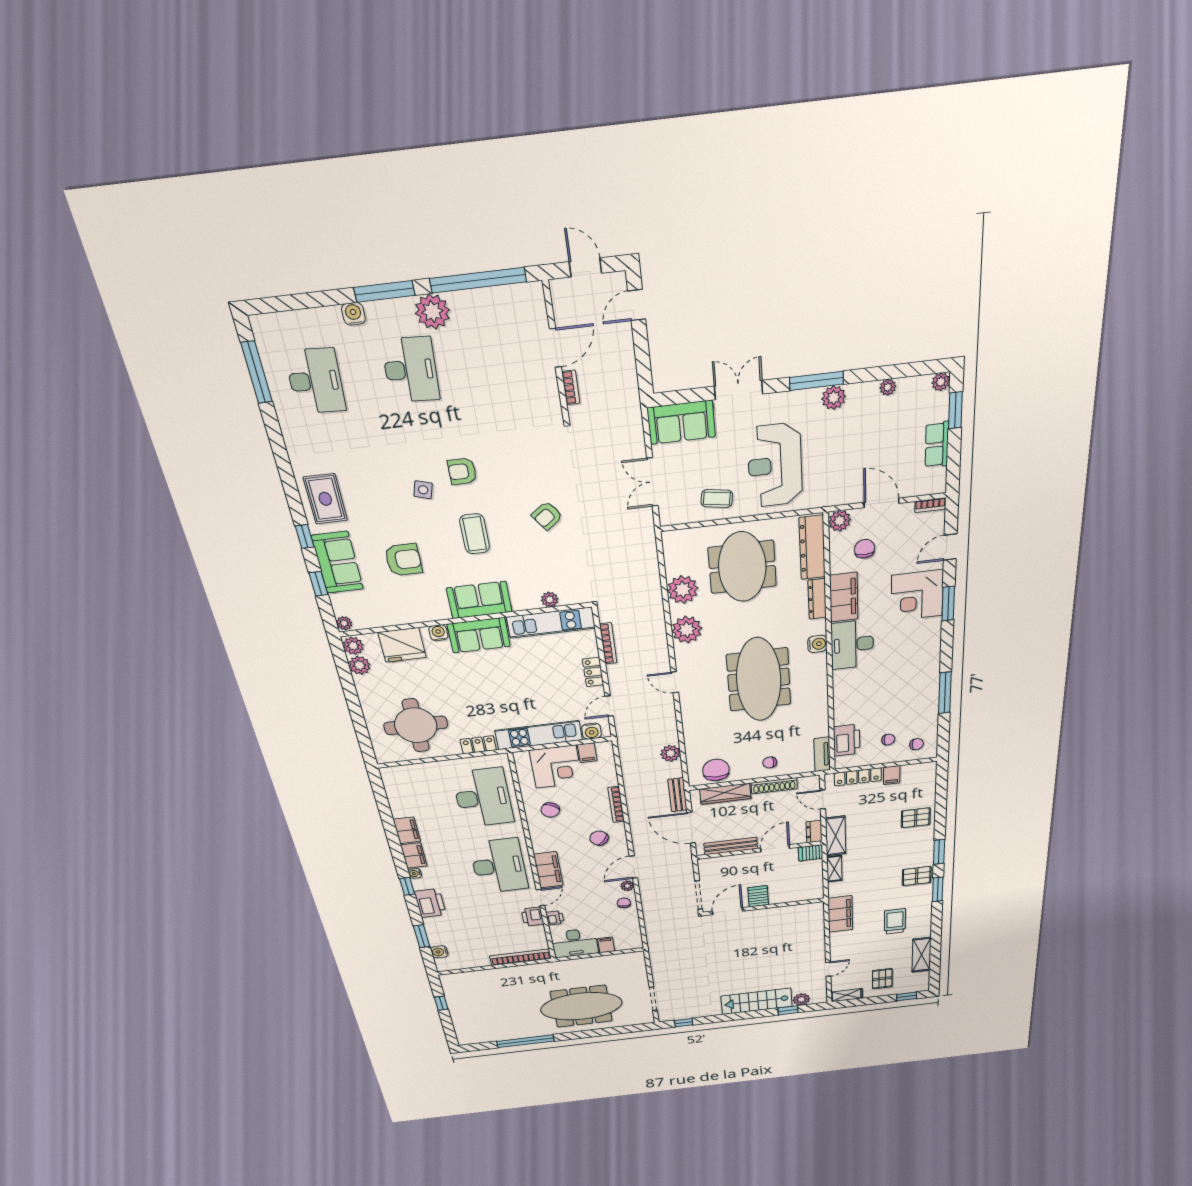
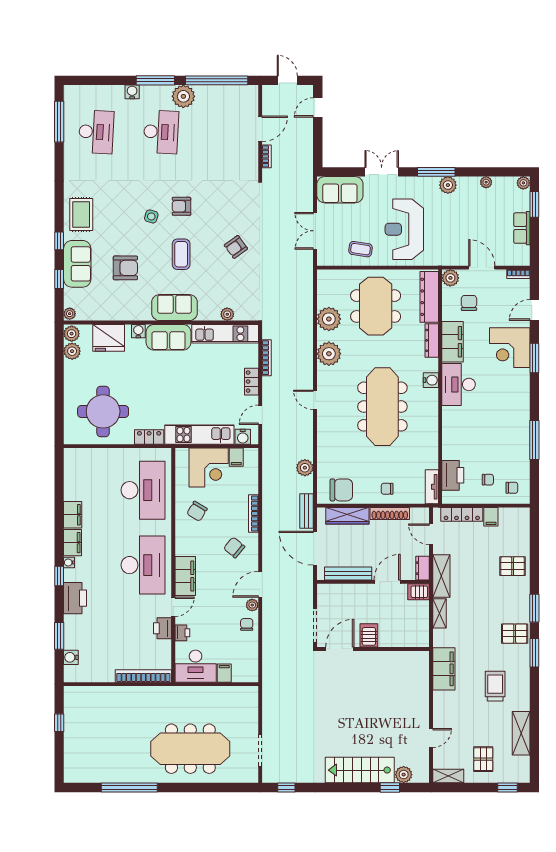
chair: (716, 770) -> (341, 490), turned 89

